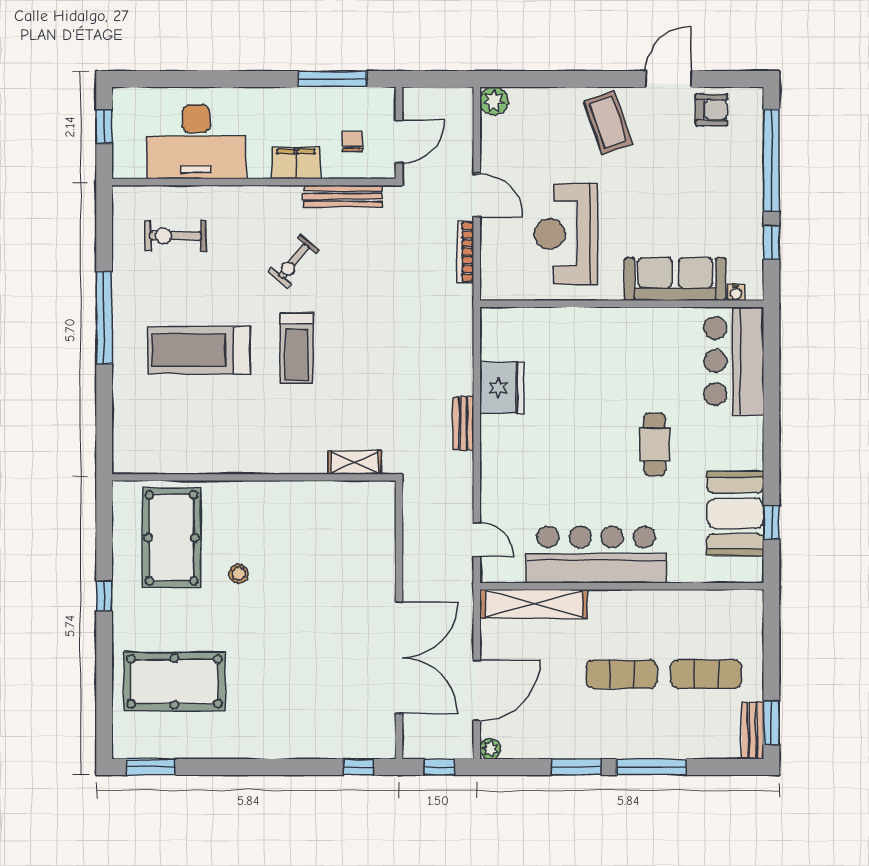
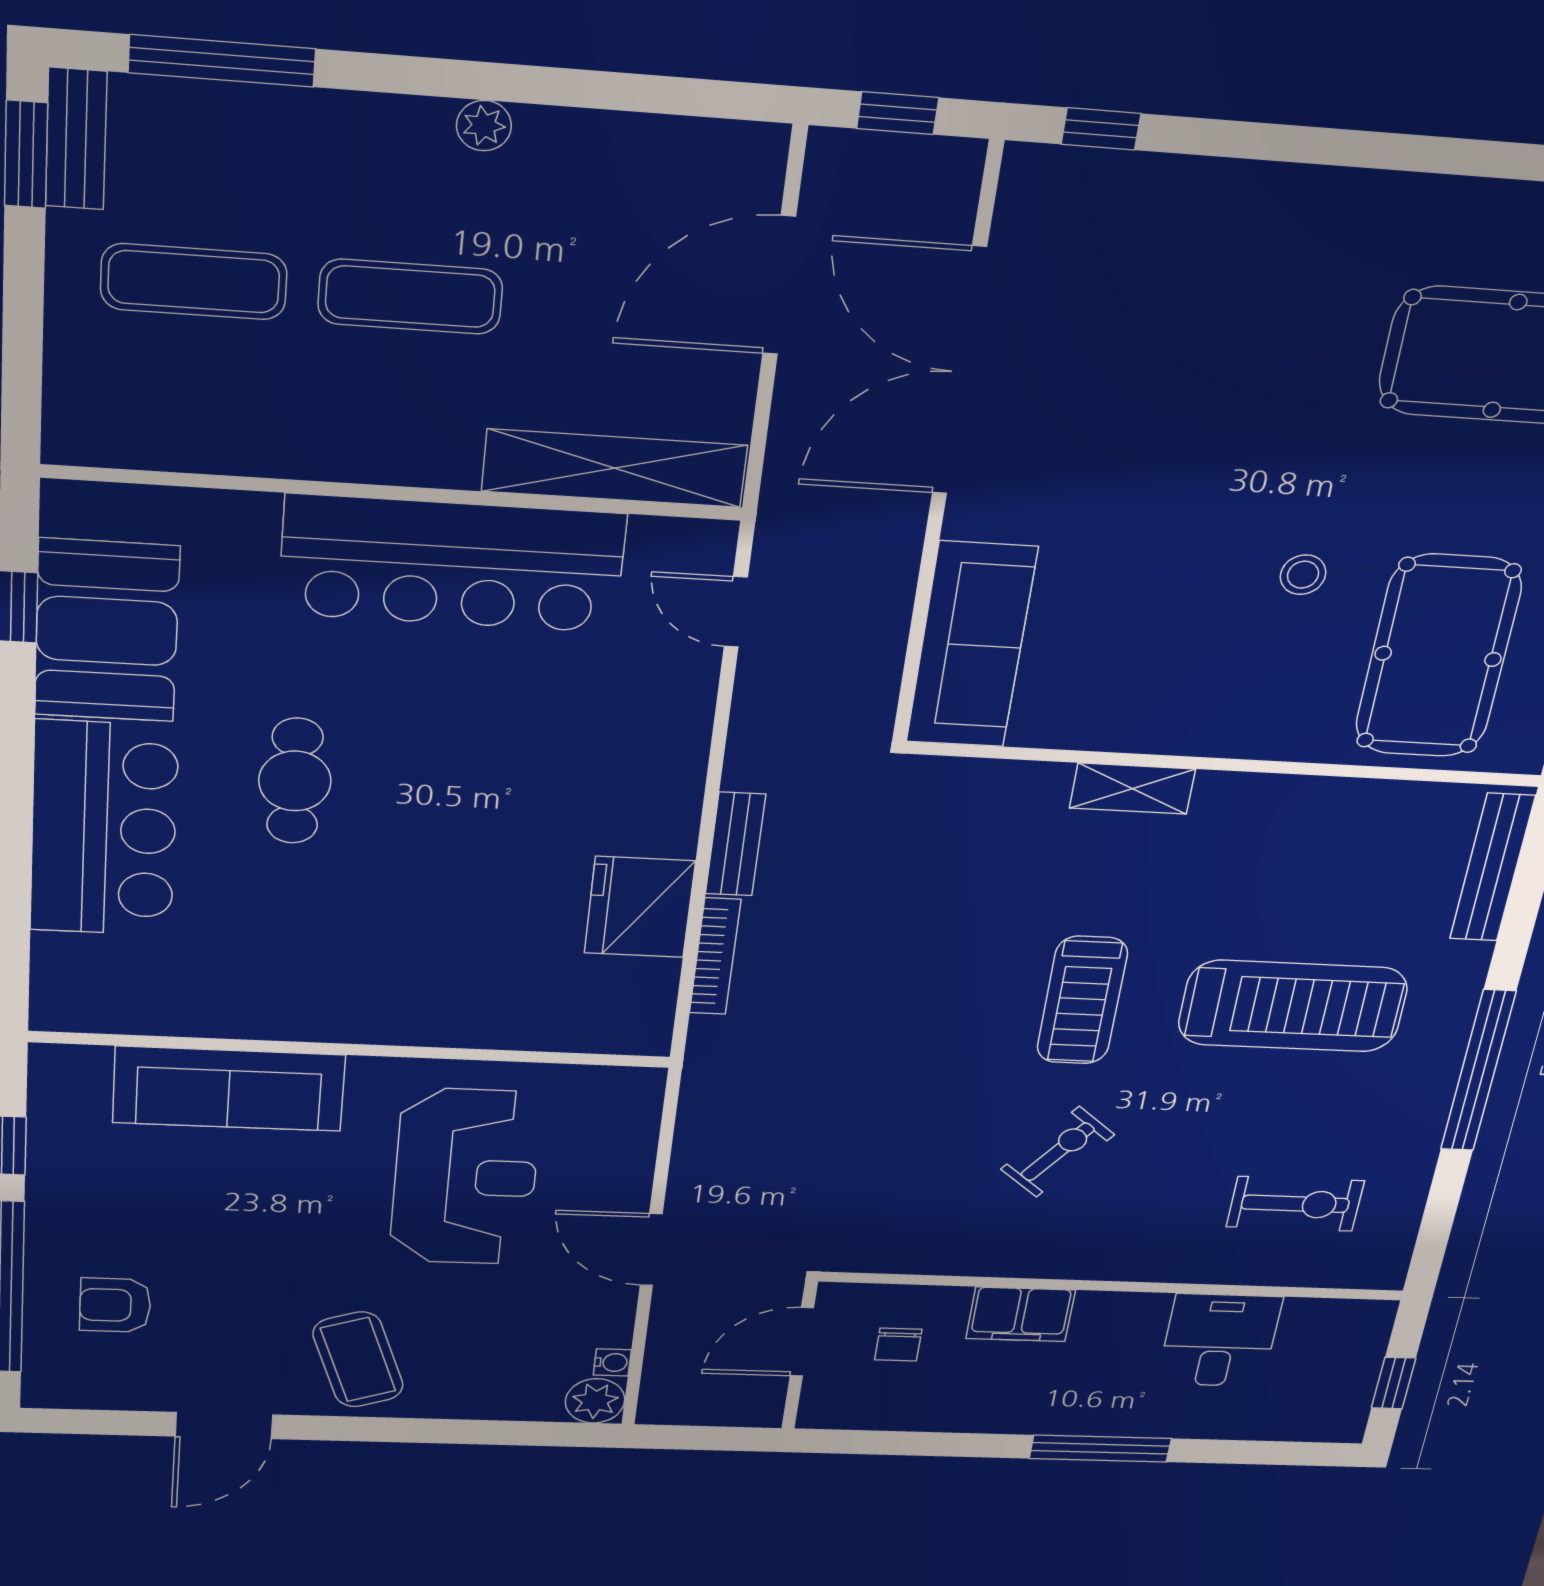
window: (332, 79) -> (1100, 1449), moved
armchair: (711, 110) -> (115, 1305), moved
desk: (196, 142) -> (1219, 1340), width x0.53, depth x0.77
bench: (343, 196) -> (1492, 868), moved, turned 90
bookcase: (466, 252) -> (715, 956), moved
water cooler: (736, 292) -> (612, 1362), moved, turned 90
treadmill: (297, 348) -> (1082, 1000), turned 180
bar counter: (734, 361) -> (104, 829), moved
shelving: (355, 463) -> (1132, 789), moved
sofa: (375, 530) -> (972, 645), added
plant: (490, 749) -> (484, 126), moved
window: (576, 767) -> (546, 86), removed
window: (651, 767) -> (222, 61), moved

